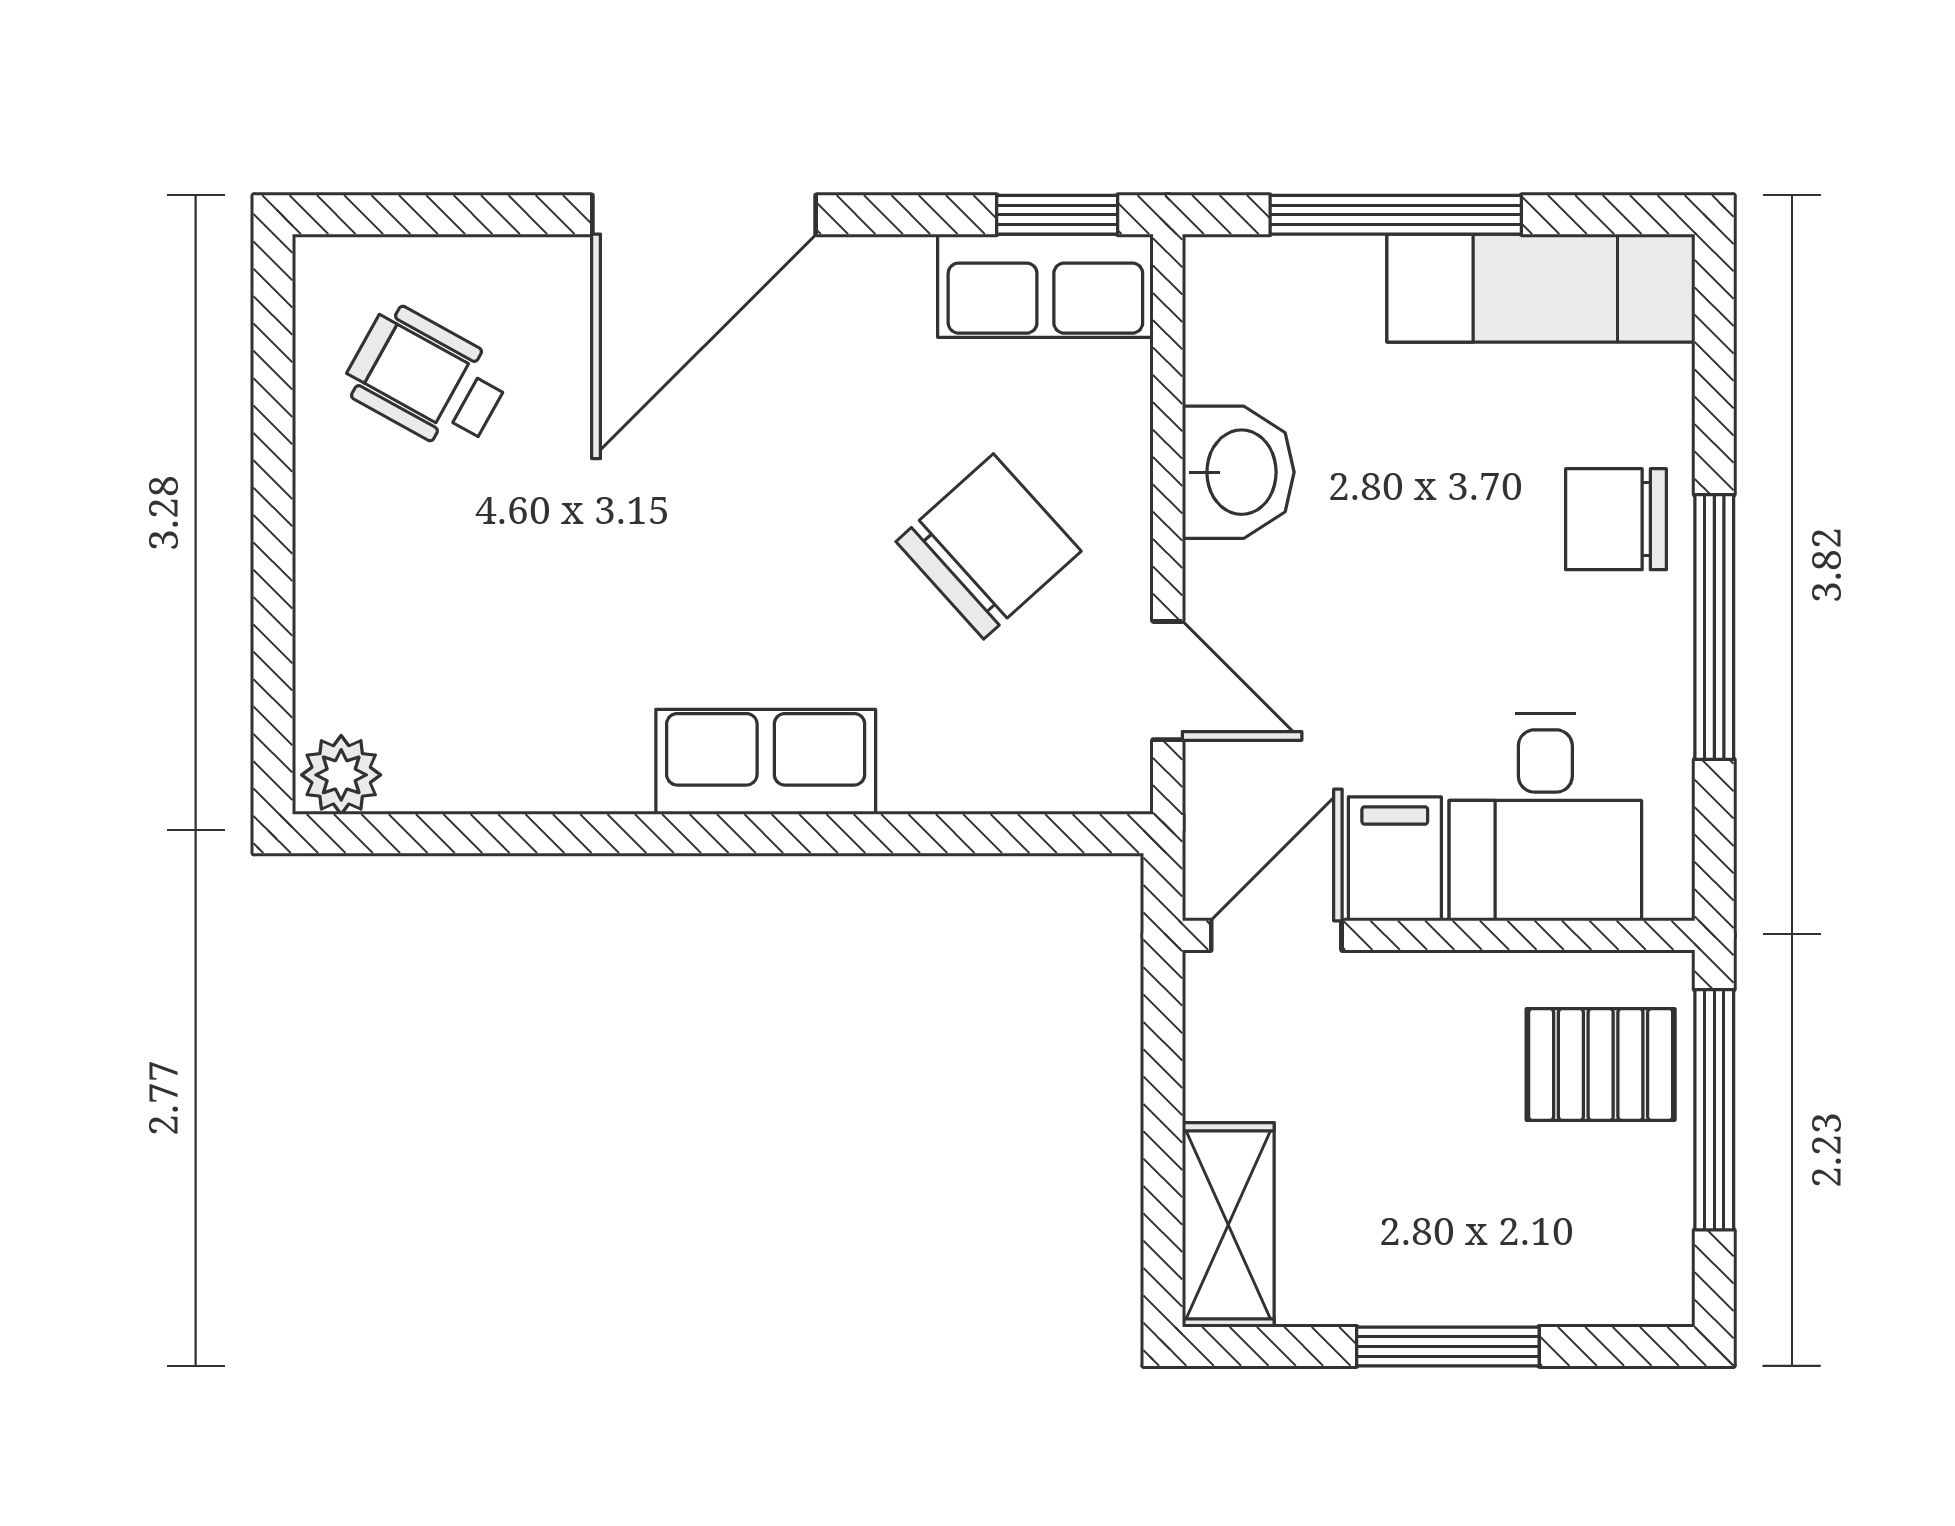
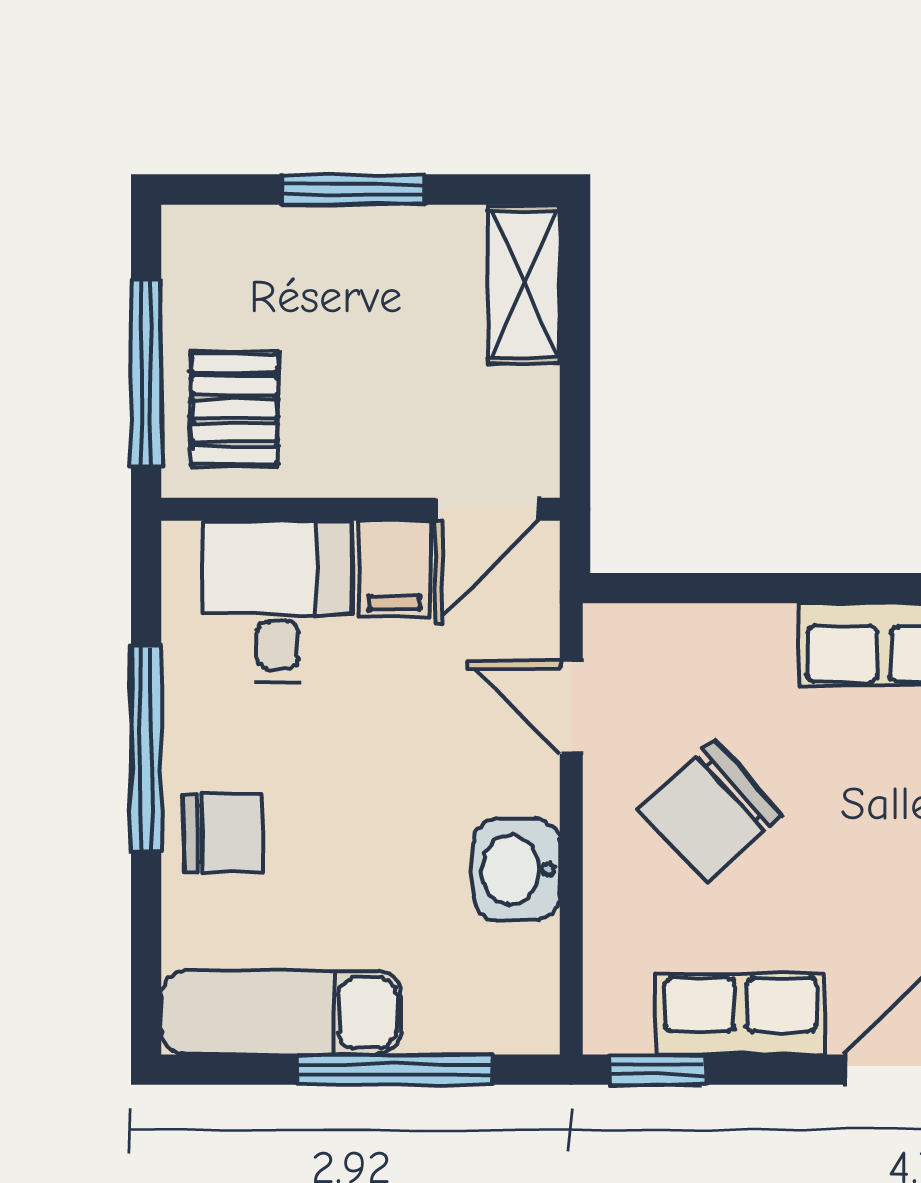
row of seats: (1045, 286) -> (741, 1014), moved
pallet: (1601, 1065) -> (235, 409), turned 90

